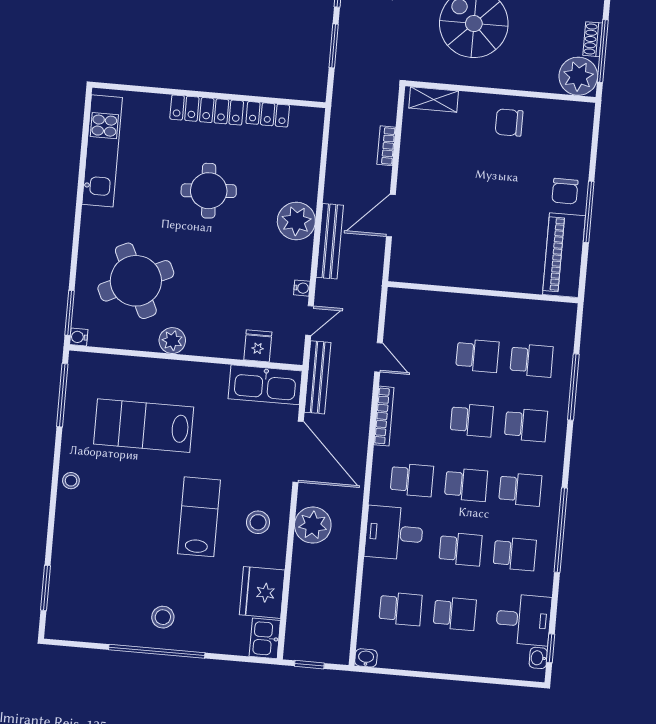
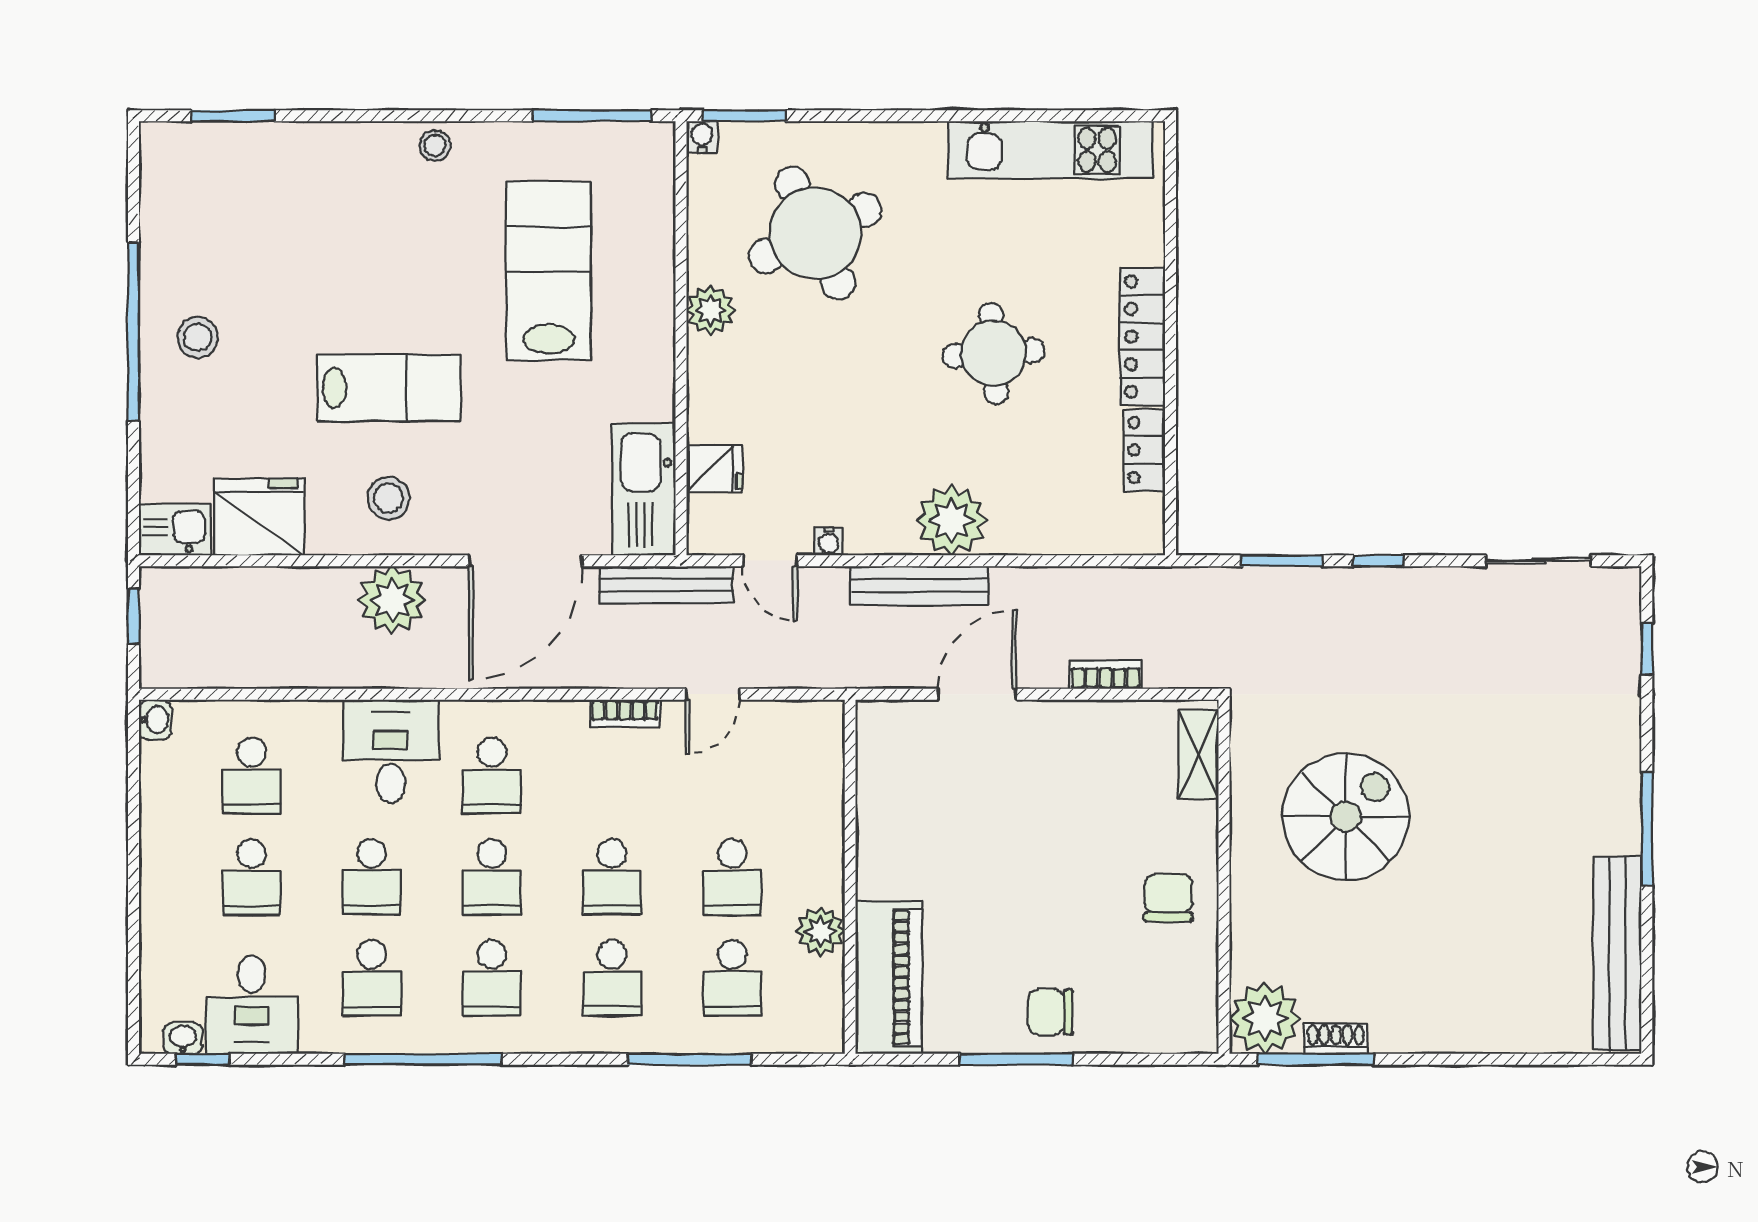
door: (391, 216) -> (977, 694), hinge flipped
piano: (564, 255) -> (889, 977), moved, turned 90
plant: (511, 311) -> (821, 931), added
bookcase: (384, 416) -> (625, 714), width x0.64

